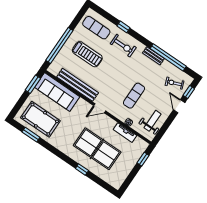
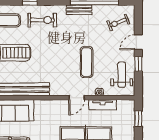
window: (189, 92) -> (138, 64), moved
door: (179, 106) -> (138, 42), hinge flipped
door: (100, 108) -> (77, 98), moved

